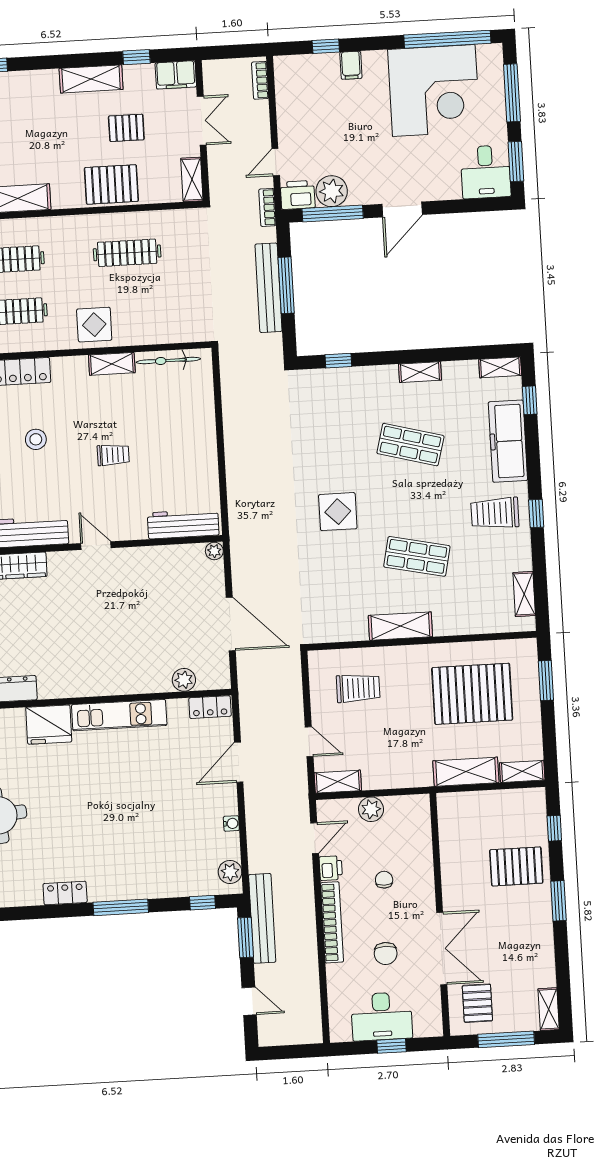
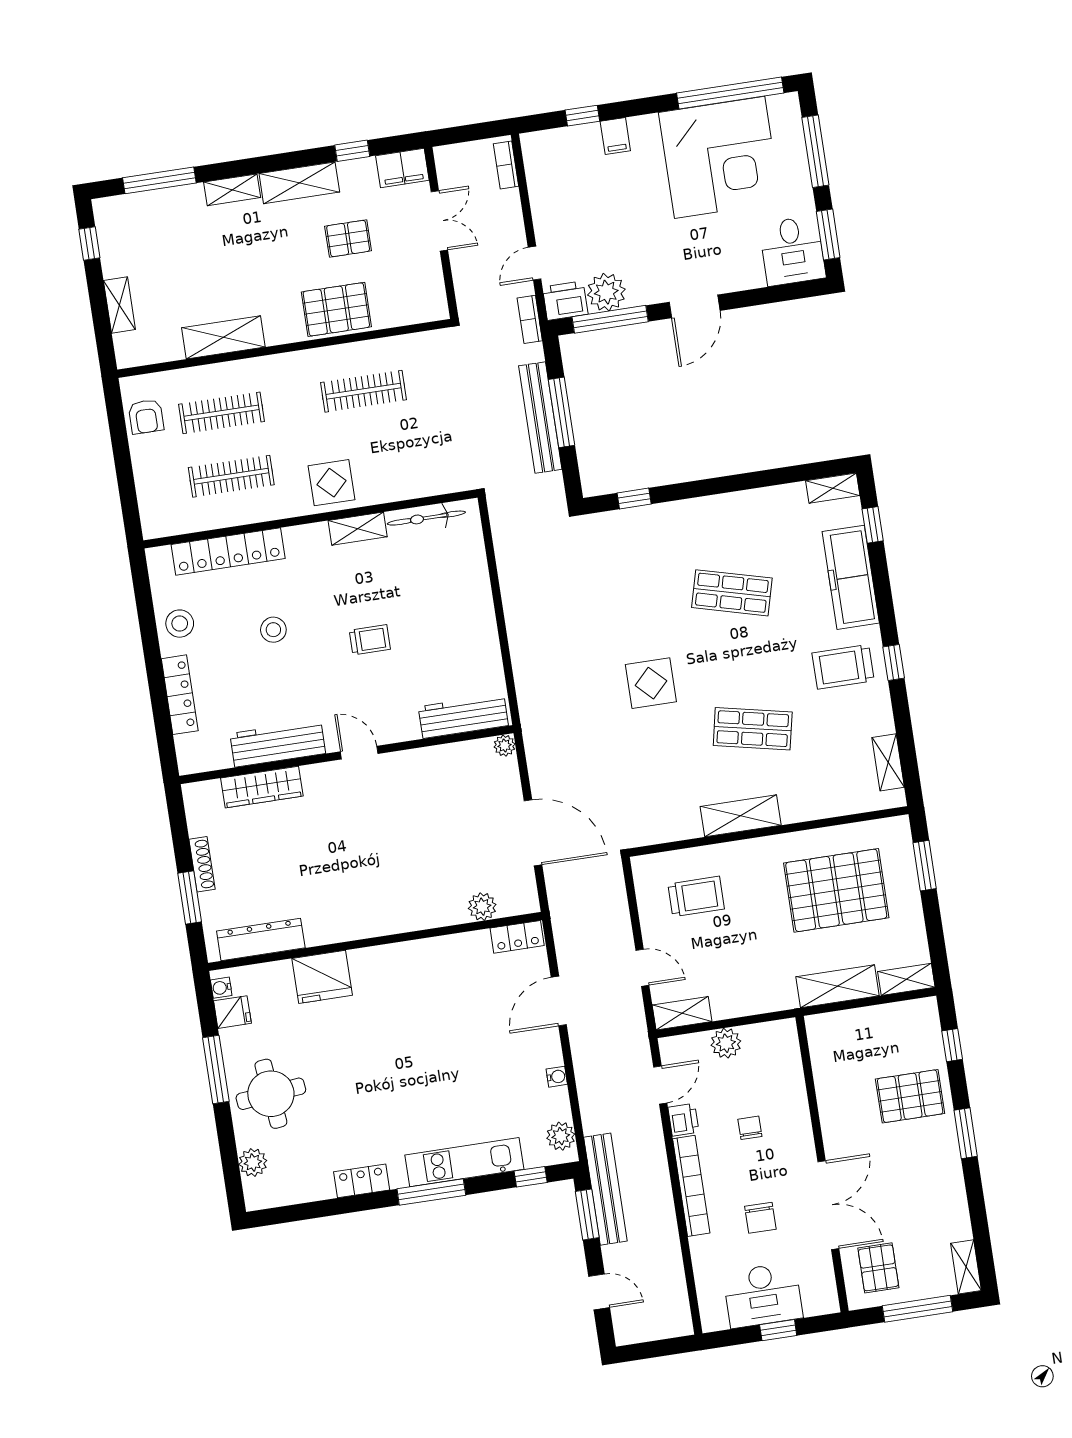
shelving: (192, 179) -> (232, 190), moved, turned 90
shelving: (420, 372) -> (735, 503), removed
kitchen unit: (119, 715) -> (464, 1162), moved, turned 180

